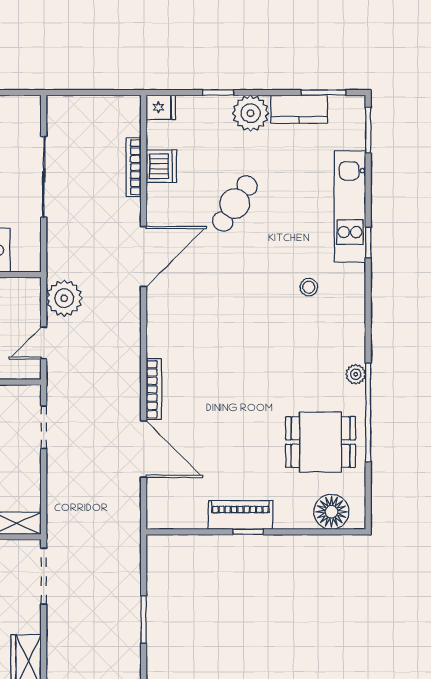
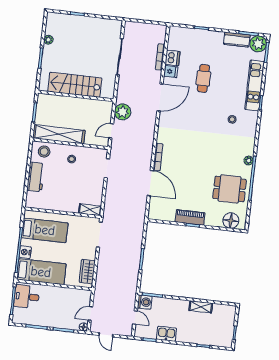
fridge: (161, 107) -> (171, 72), moved
plant: (251, 113) -> (258, 44), moved
cafe table: (235, 204) -> (203, 78), turned -34

